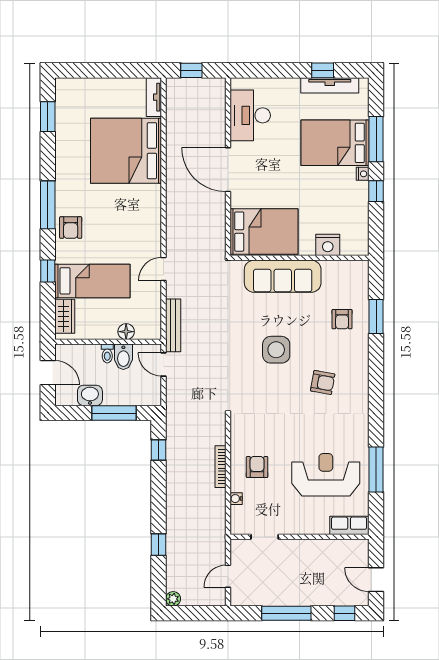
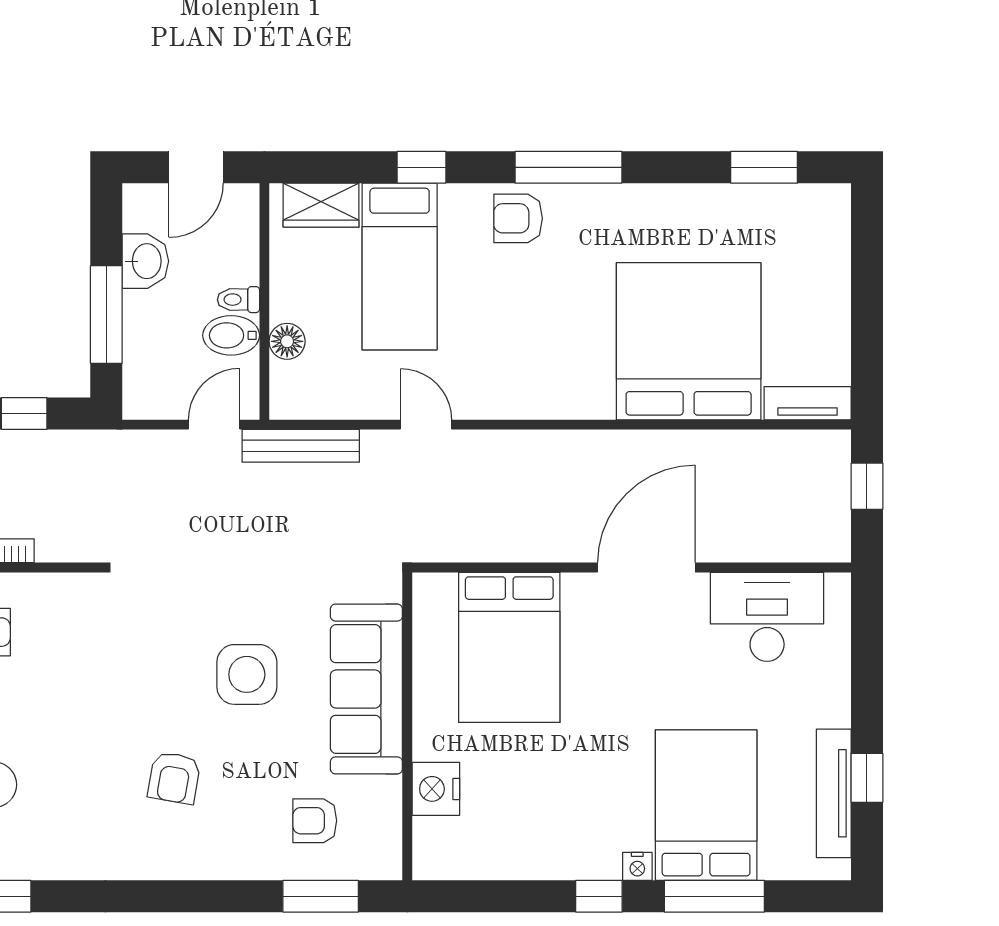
nightstand: (328, 245) -> (436, 789), moved
wall: (300, 258) -> (407, 726), moved
sofa: (283, 276) -> (366, 689), moved

